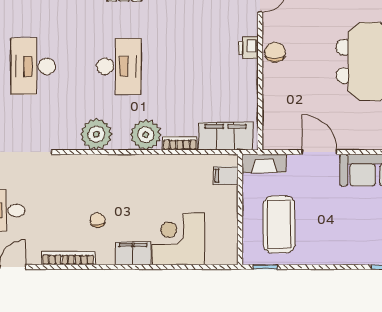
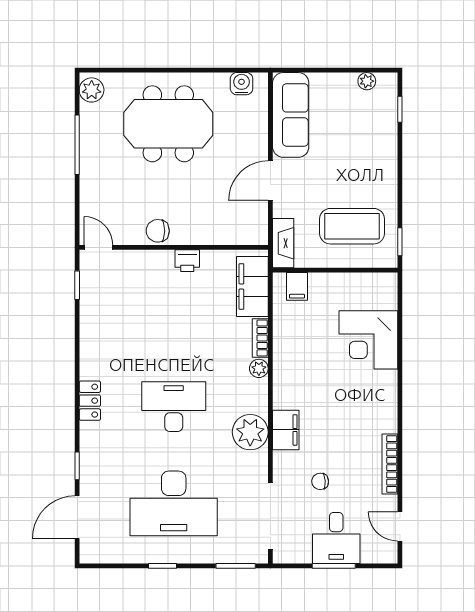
printer: (248, 48) -> (187, 261), moved
desk: (33, 66) -> (174, 503), width x1.36, depth x1.30
plant: (146, 135) -> (259, 368), width x0.53, depth x0.53
chair: (98, 220) -> (320, 481), moved
filing cabinet: (133, 253) -> (286, 430), moved, turned 180

